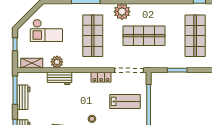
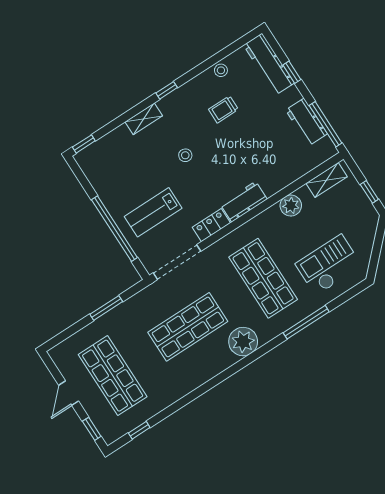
checkout: (46, 31) -> (329, 265), moved
workbench: (60, 78) -> (244, 202), moved

